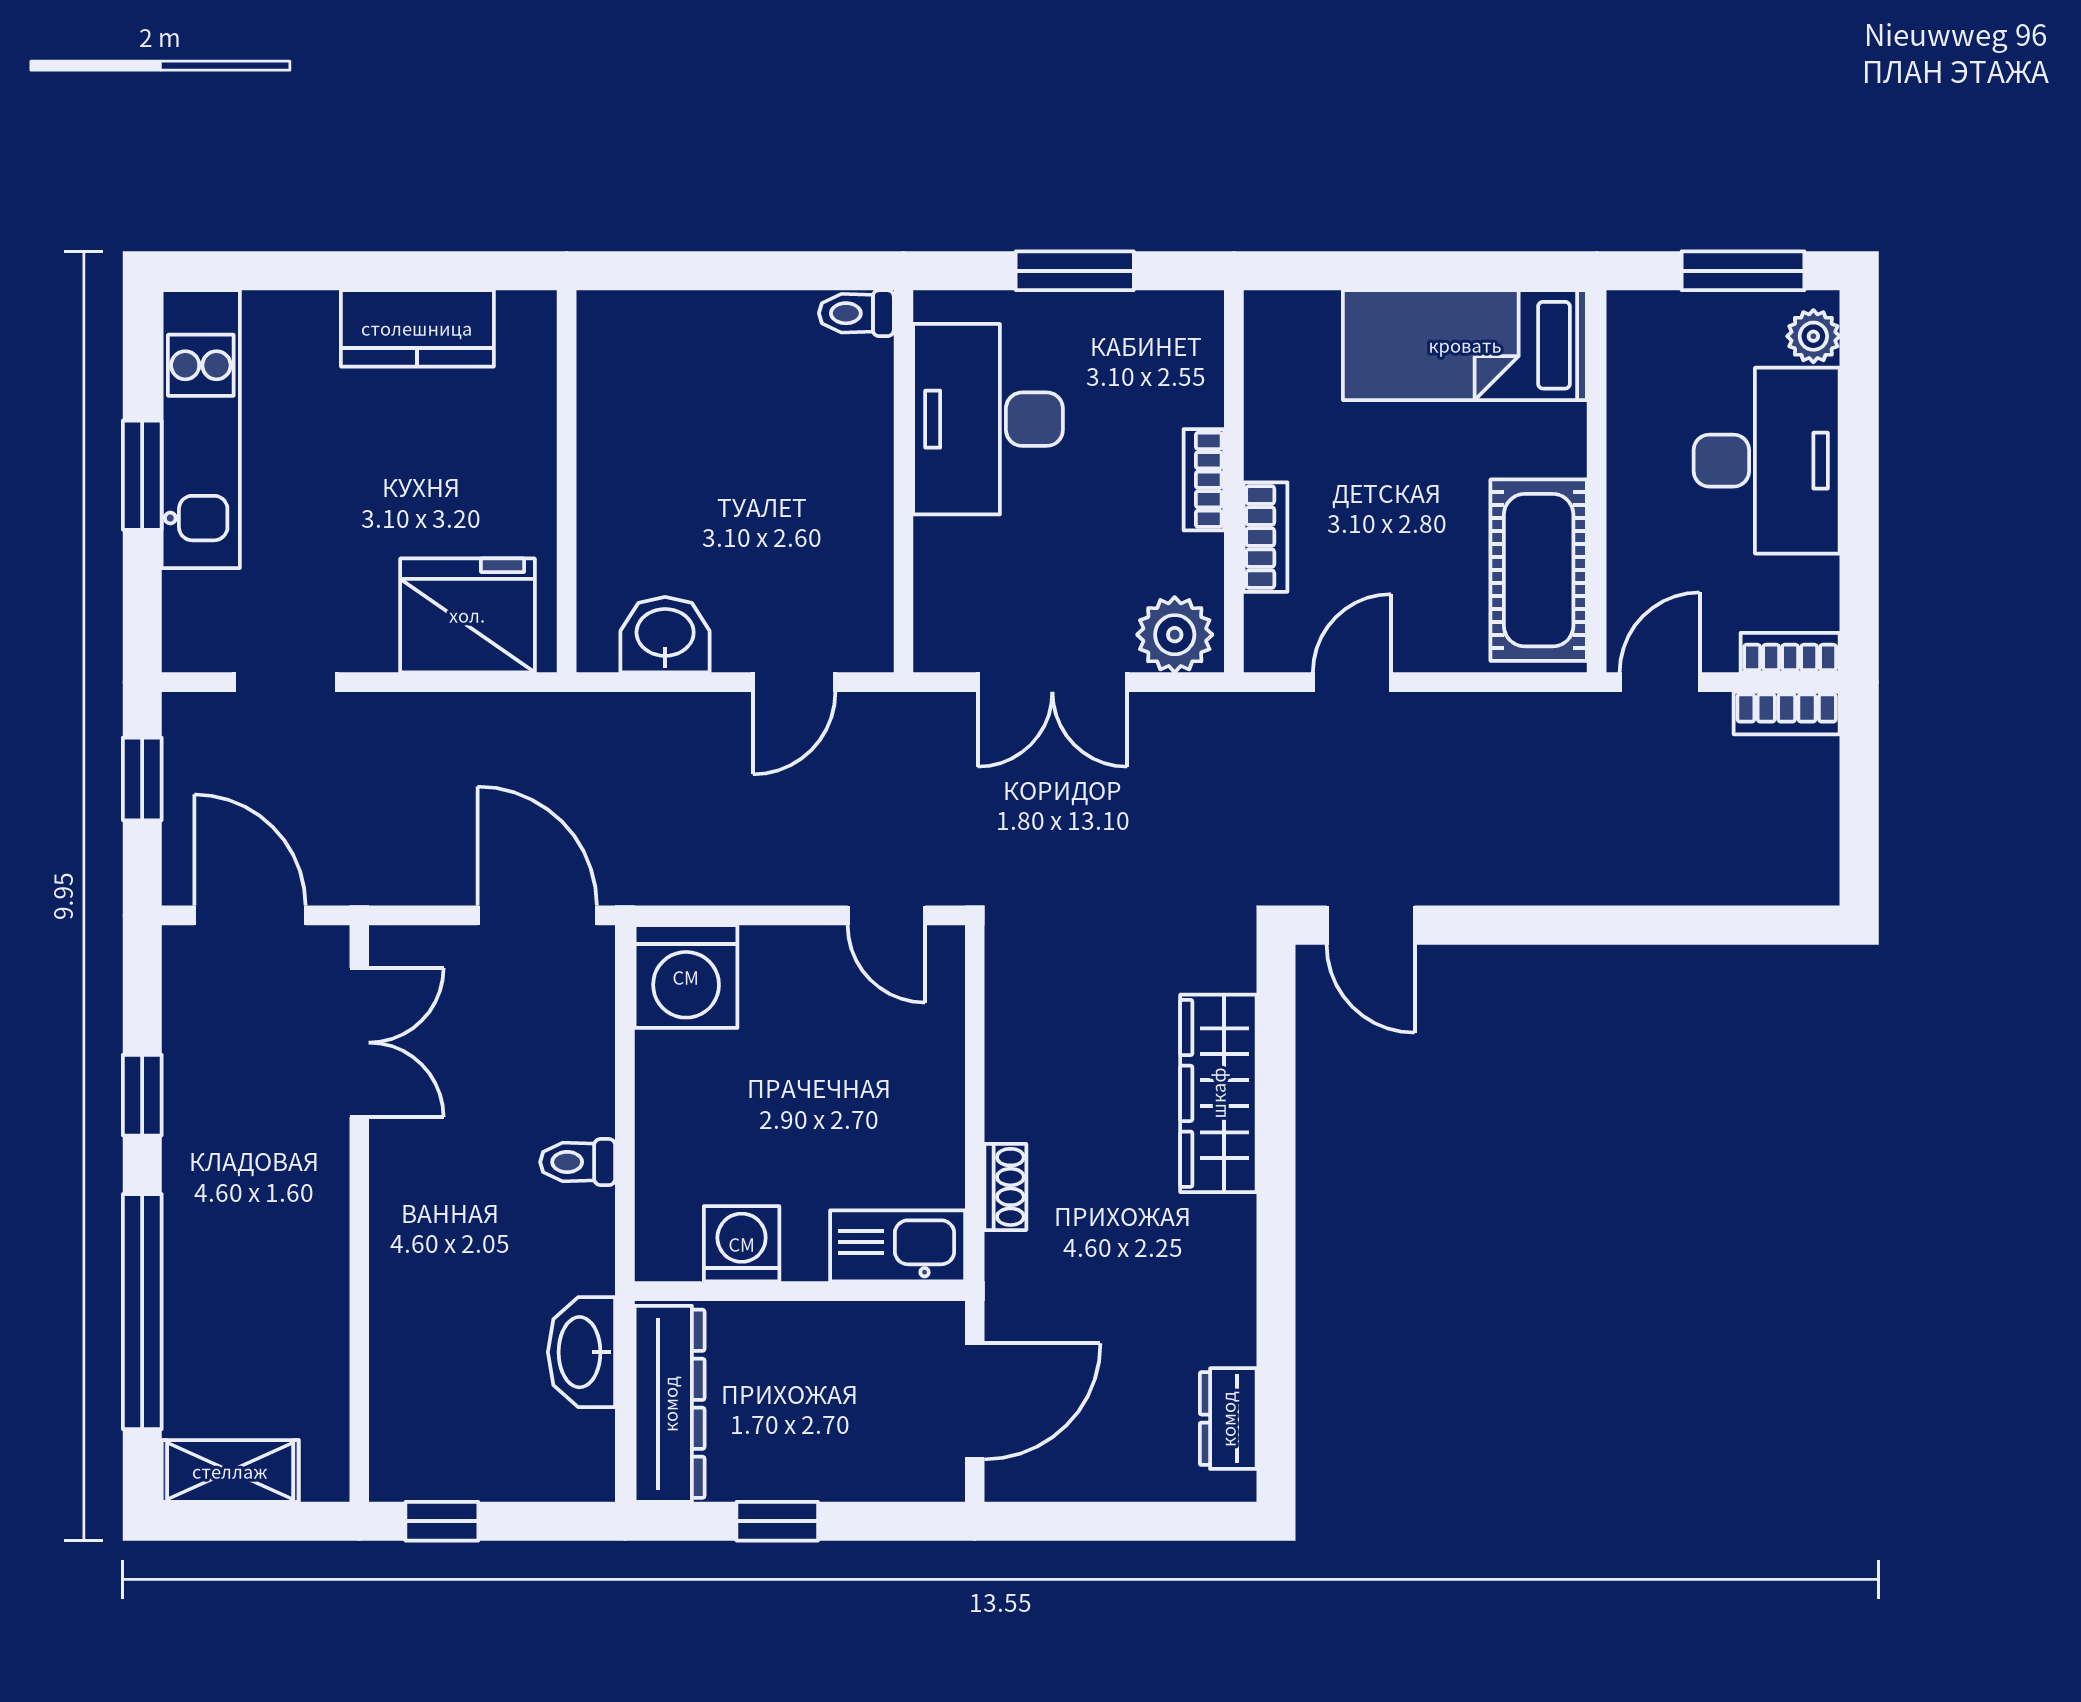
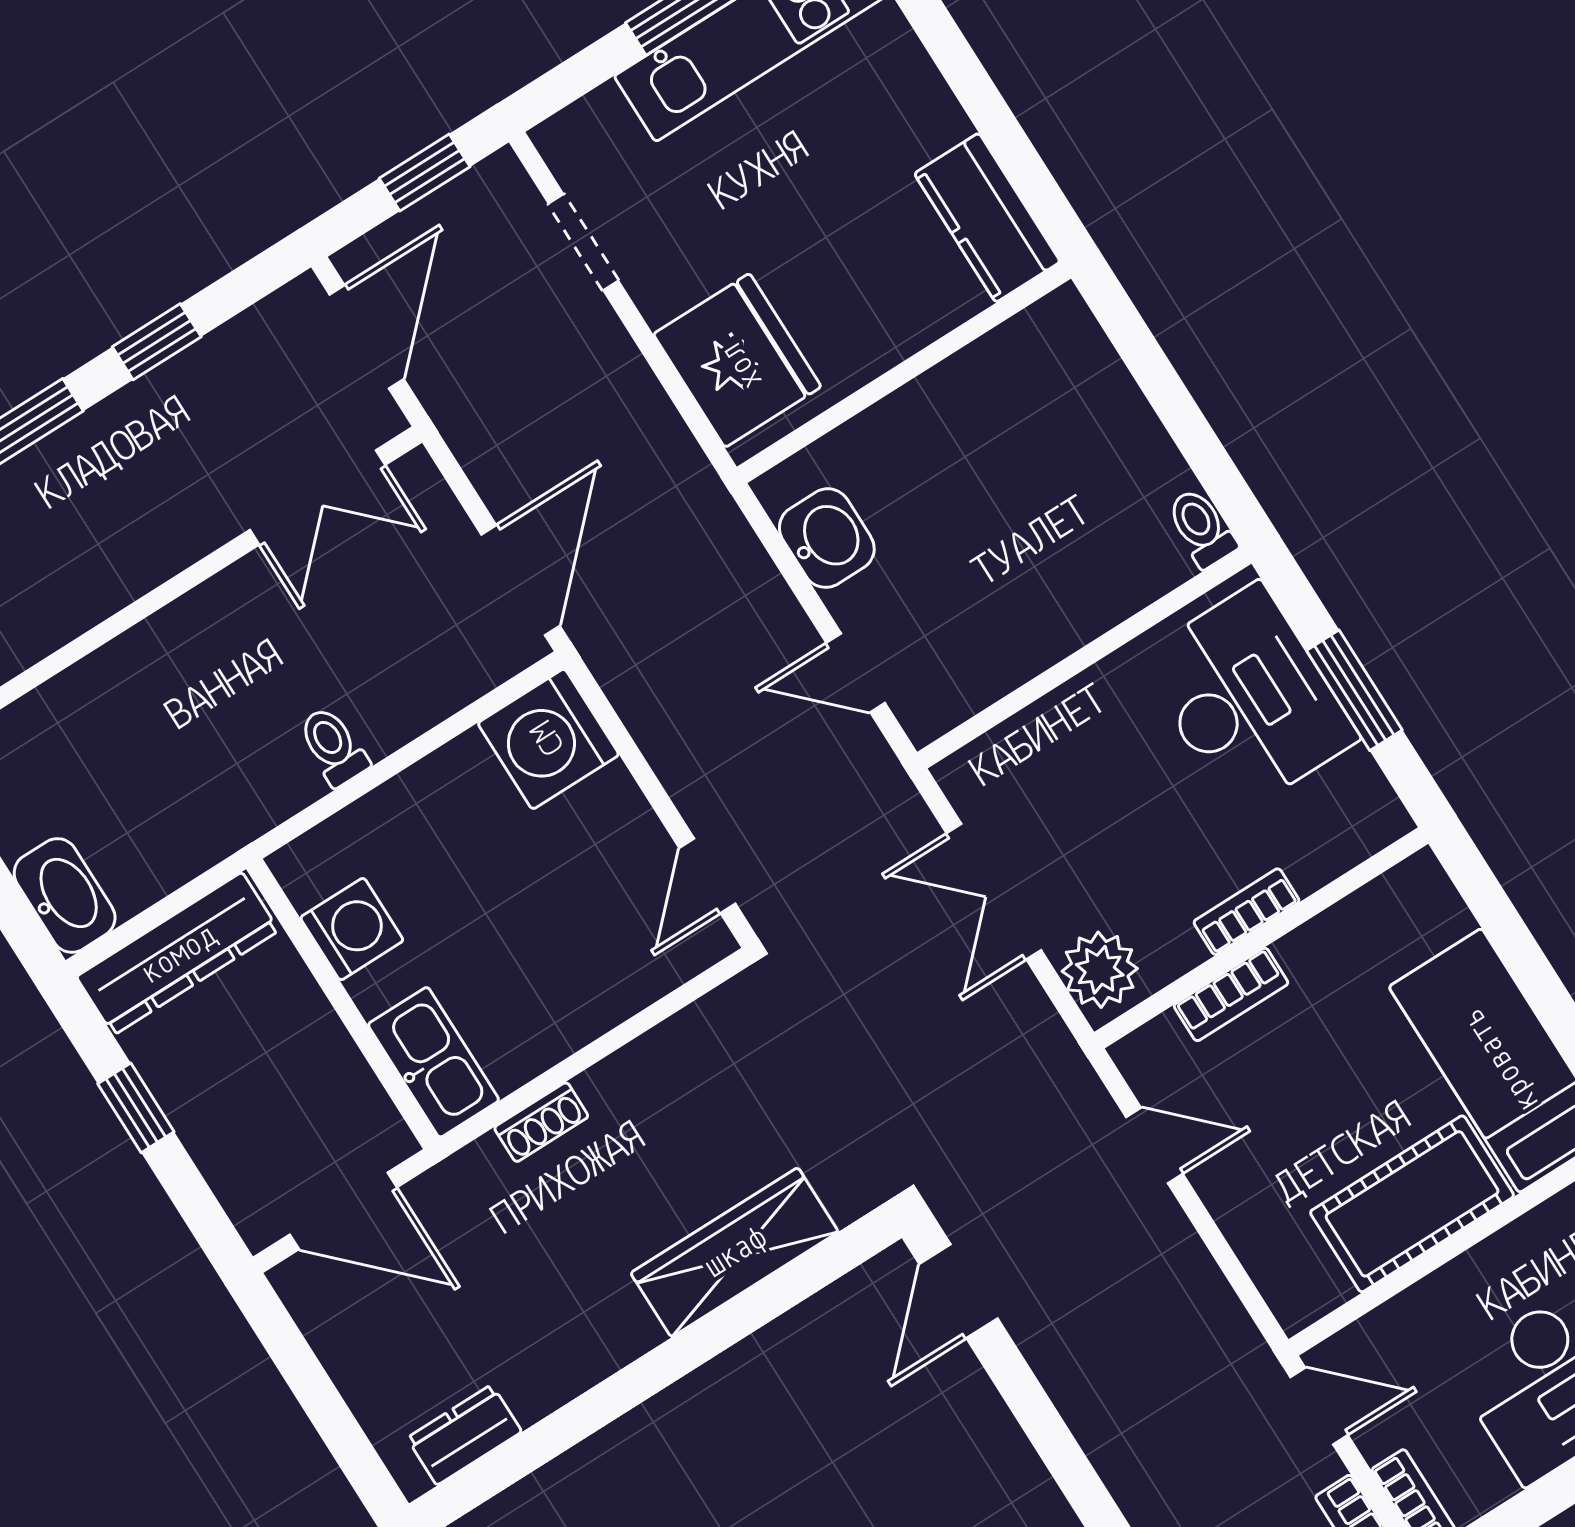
kitchen counter: (417, 328) -> (987, 218), moved
desk: (988, 419) -> (1248, 698), moved, turned 90
cot: (1539, 570) -> (1412, 1204), moved
washbasin: (582, 1352) -> (65, 895), moved, turned 90

